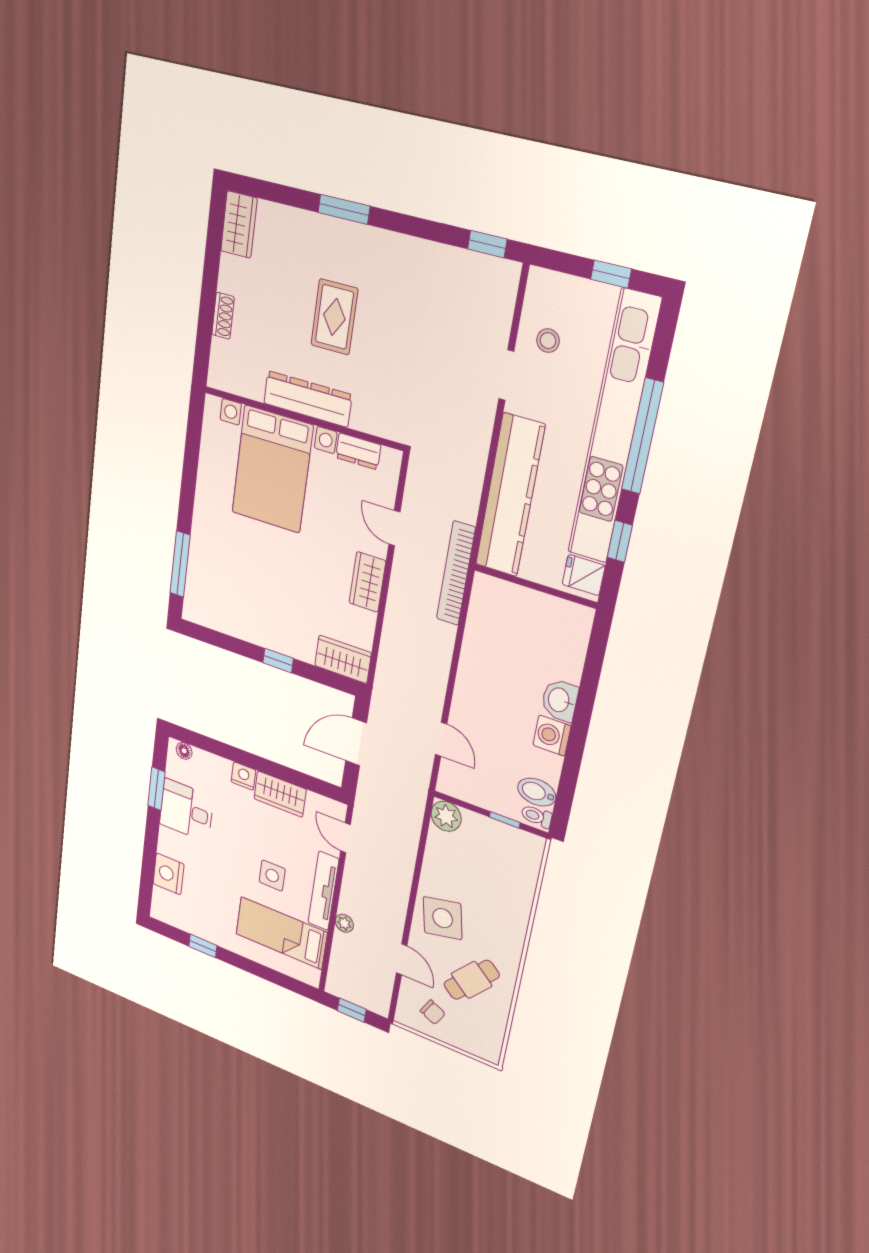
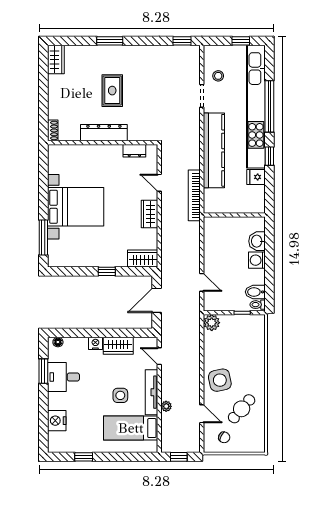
shoe rack: (223, 316) -> (53, 130), moved
bed with nightstands: (272, 469) -> (76, 207), moved, turned -90
wall: (535, 586) -> (234, 215), moved

